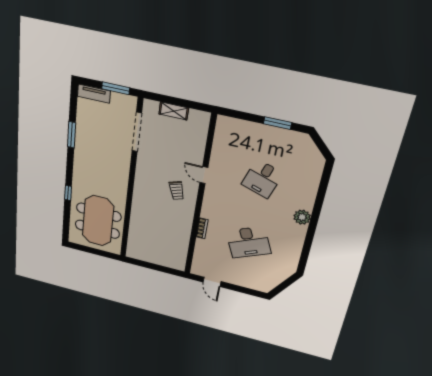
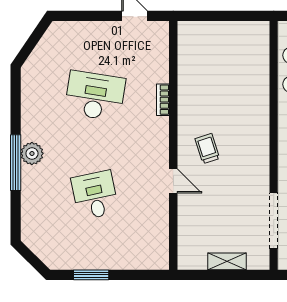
desk: (262, 179) -> (95, 195), turned -30
window: (316, 214) -> (16, 163), added
desk: (248, 242) -> (95, 96), turned 33

